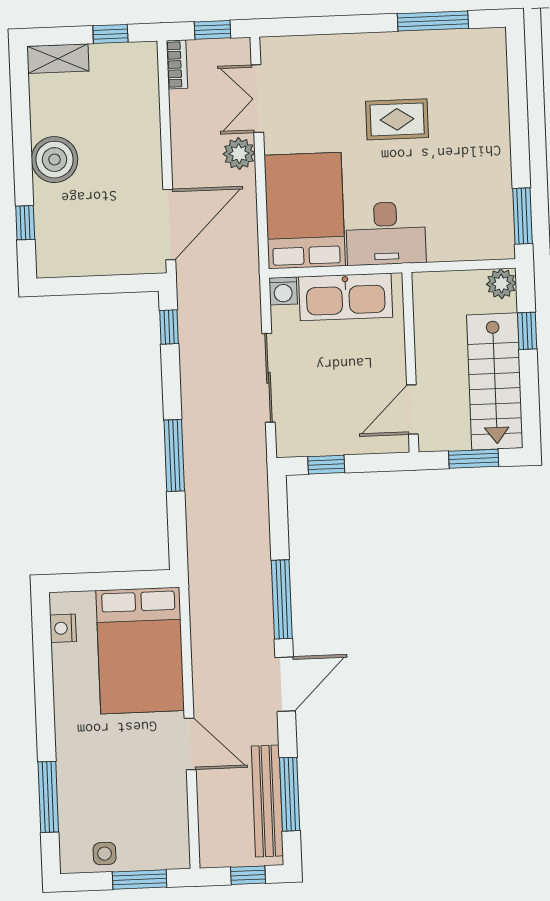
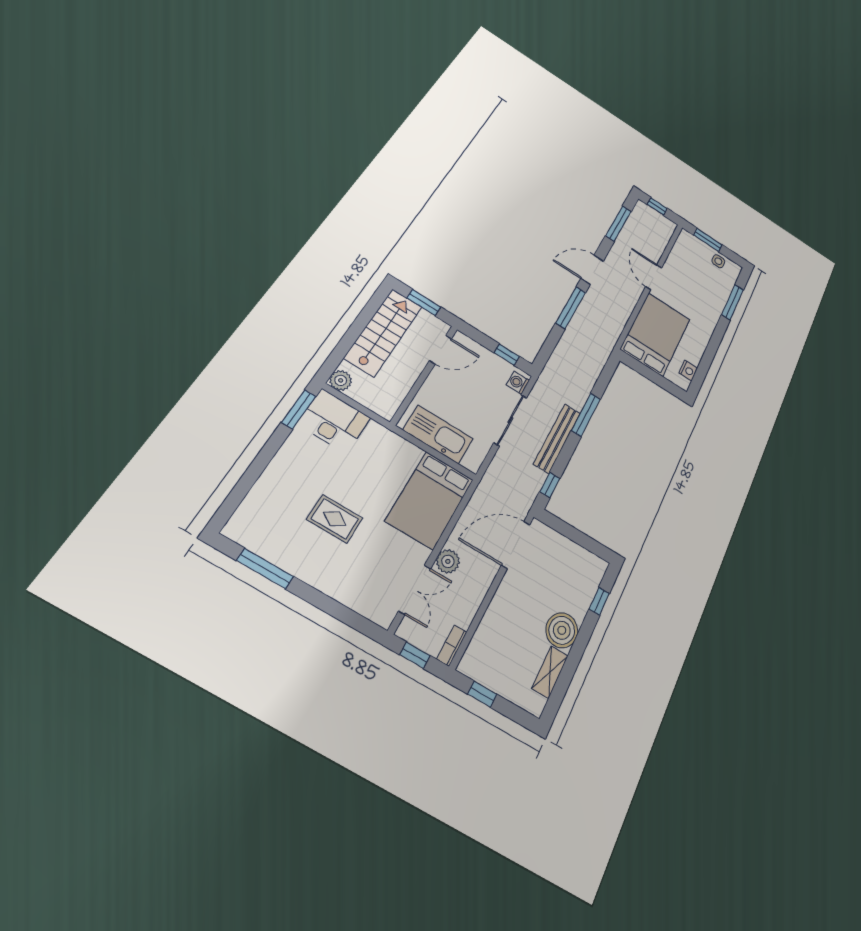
shelving: (58, 59) -> (550, 672), moved, turned 90
desk: (386, 233) -> (334, 421), moved
washing machine: (283, 291) -> (518, 383), moved, turned -90
window: (527, 331) -> (345, 345), removed
bench: (267, 801) -> (557, 438), moved

